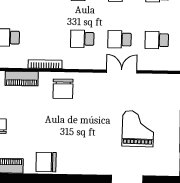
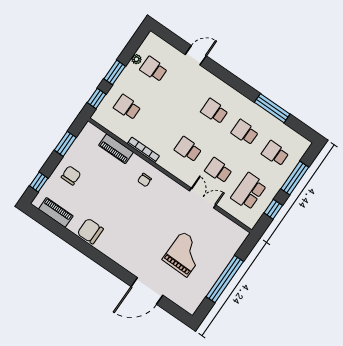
school desk: (157, 40) -> (249, 191), width x1.85
chair: (63, 89) -> (145, 180), width x0.54, depth x0.54

